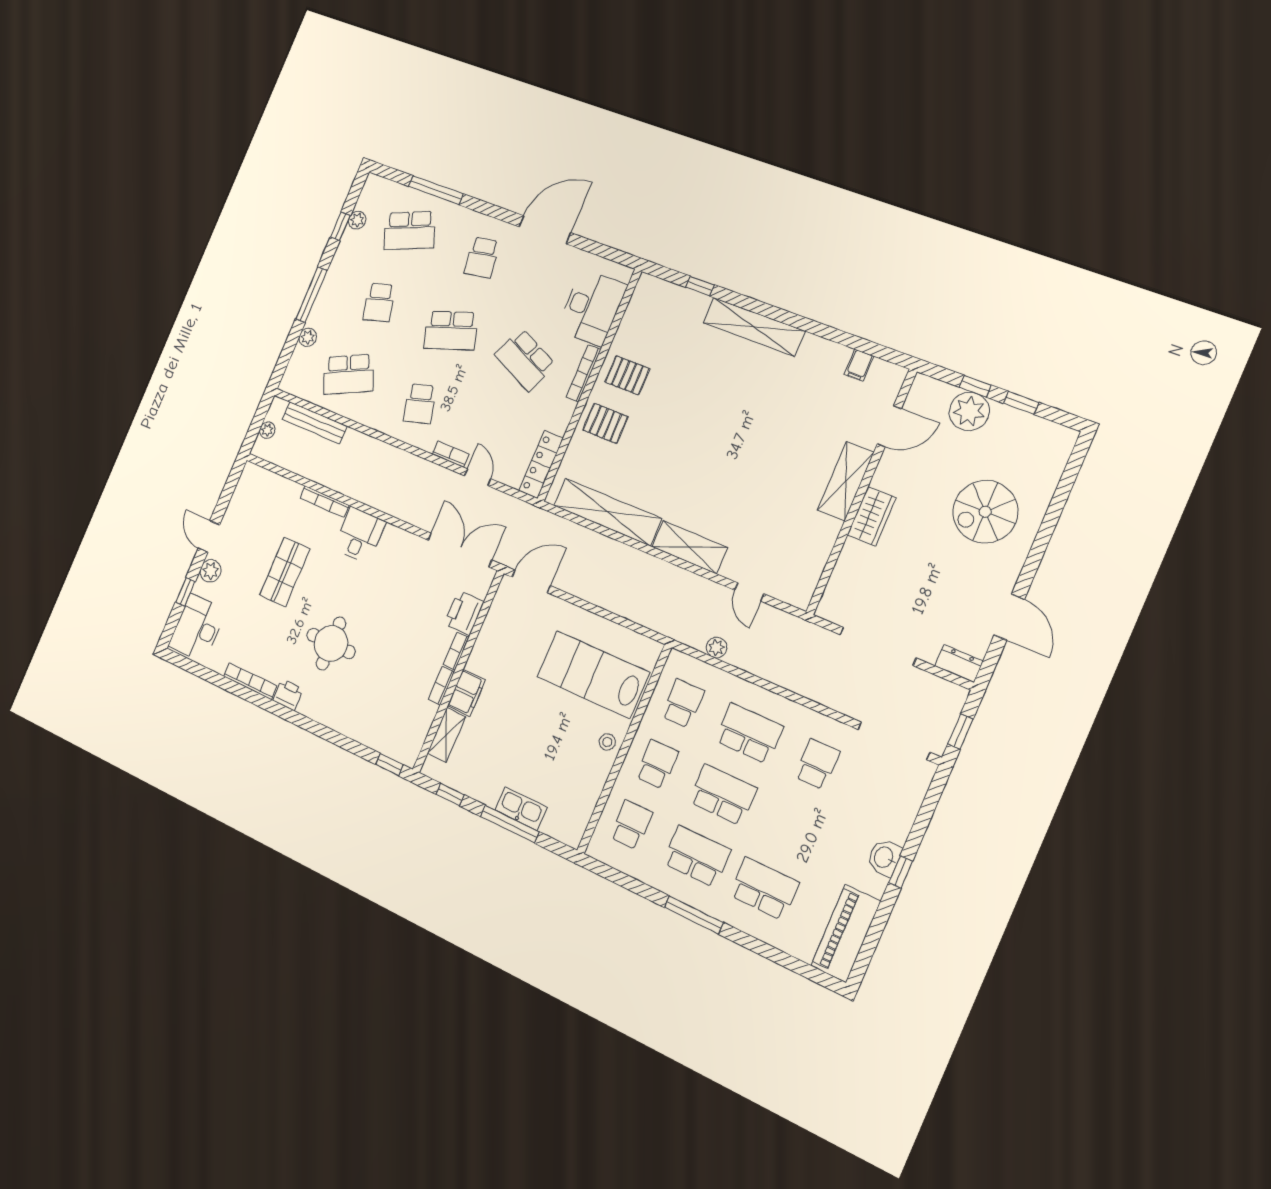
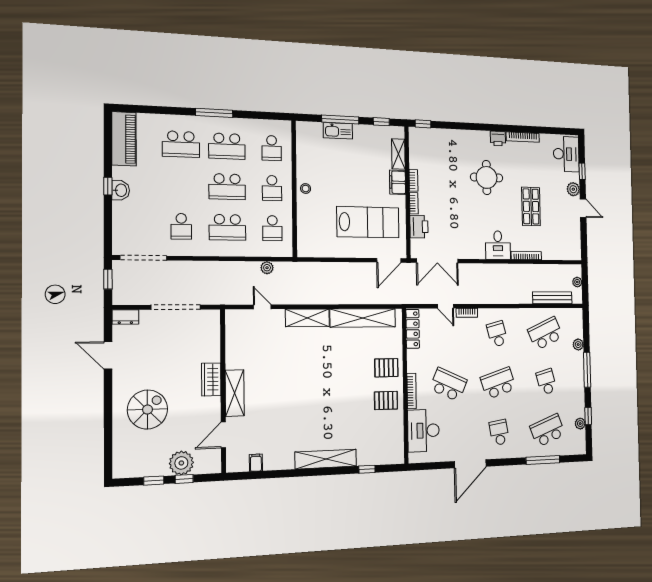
lab bench: (593, 674) -> (368, 222), moved

